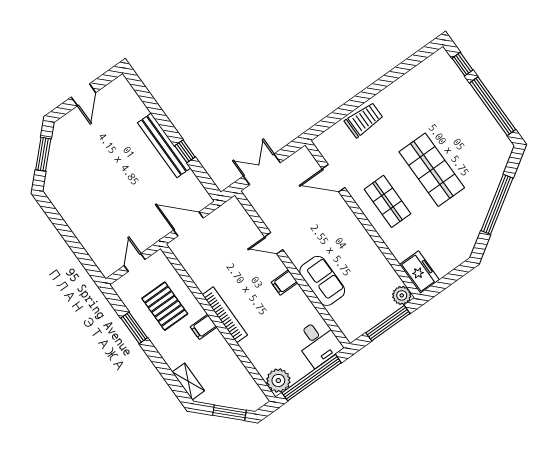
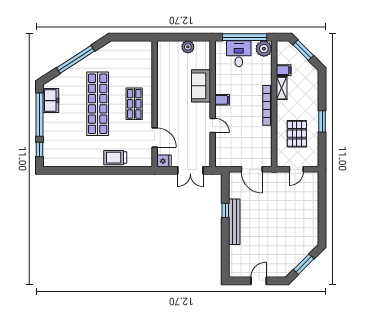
fridge: (302, 158) -> (164, 161), added
shop shelf: (432, 170) -> (98, 104), width x1.40
freezer: (419, 272) -> (51, 101), moved, turned 180
plant: (402, 295) -> (188, 47), moved
window: (388, 323) -> (181, 37), removed
filing cabinet: (204, 327) -> (284, 70), moved
window: (134, 328) -> (322, 121), moved
desk: (318, 343) -> (239, 54), moved
shelving: (188, 381) -> (282, 88), moved

